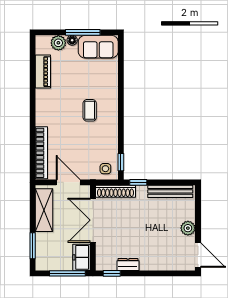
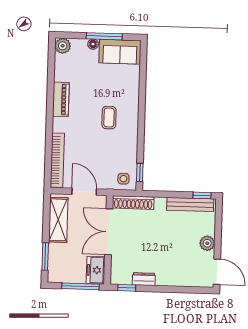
plant: (58, 43) -> (63, 46), moved
piano: (43, 72) -> (61, 99), moved
window: (138, 182) -> (202, 195), moved

